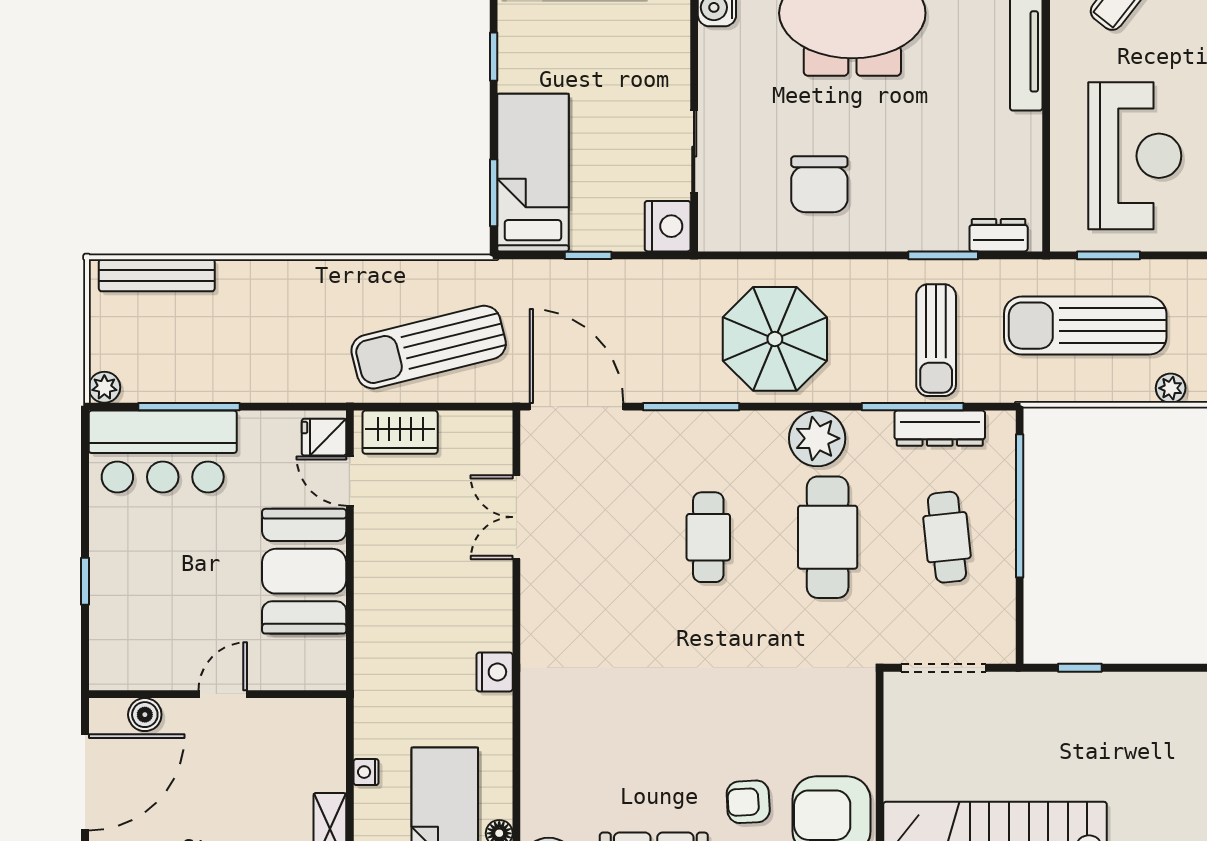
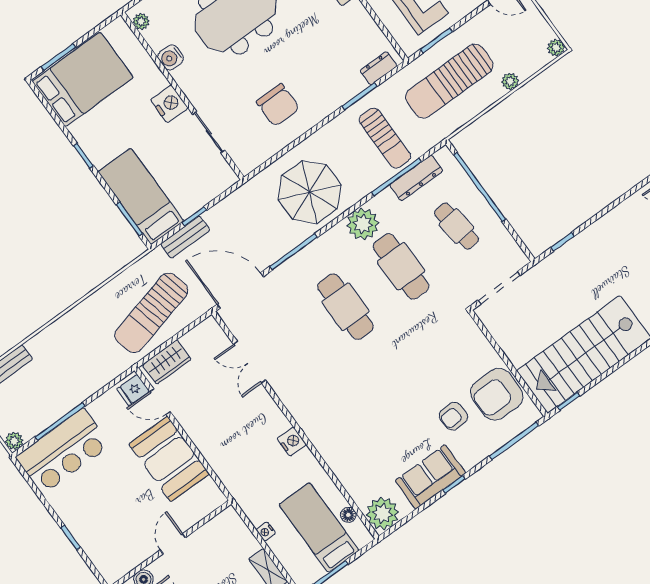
nightstand: (668, 226) -> (169, 104), moved
bench: (554, 275) -> (185, 237), added
cafe table: (708, 537) -> (346, 307), width x1.37, depth x1.35

